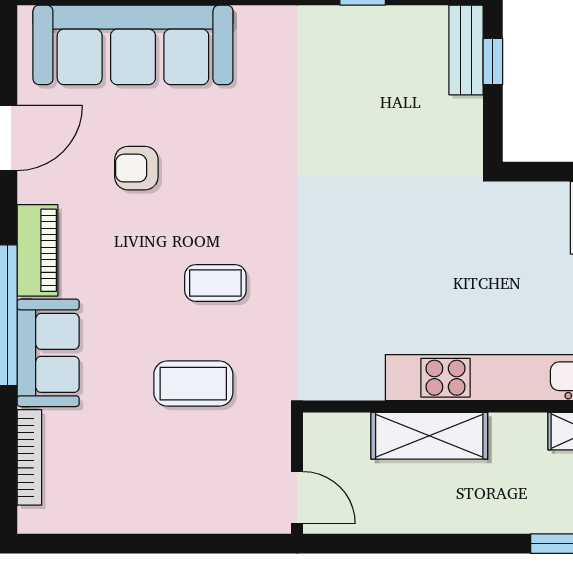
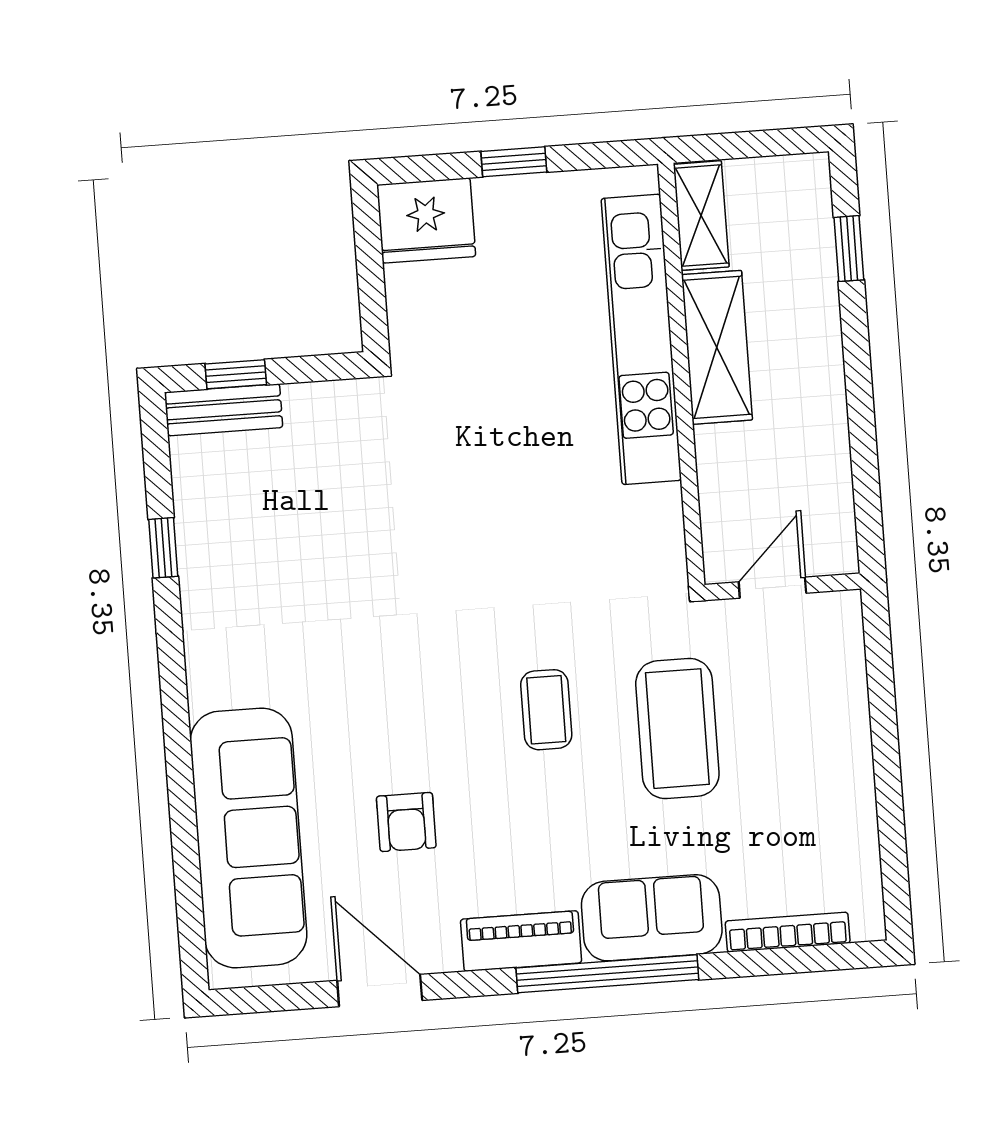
coffee table: (193, 384) -> (677, 729), width x1.36, depth x1.32
shelving: (429, 436) -> (717, 347), moved
door: (297, 498) -> (772, 588), moved

